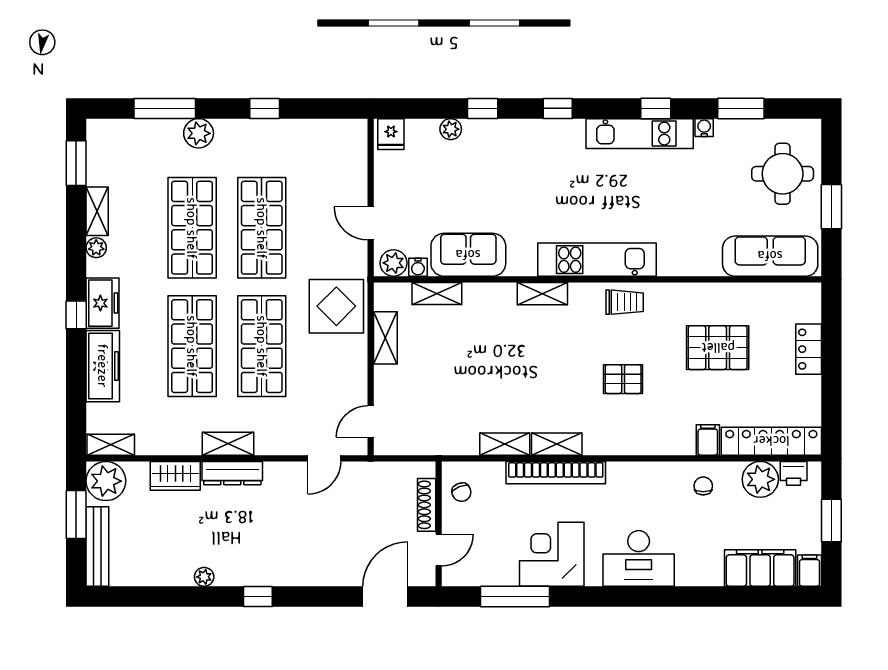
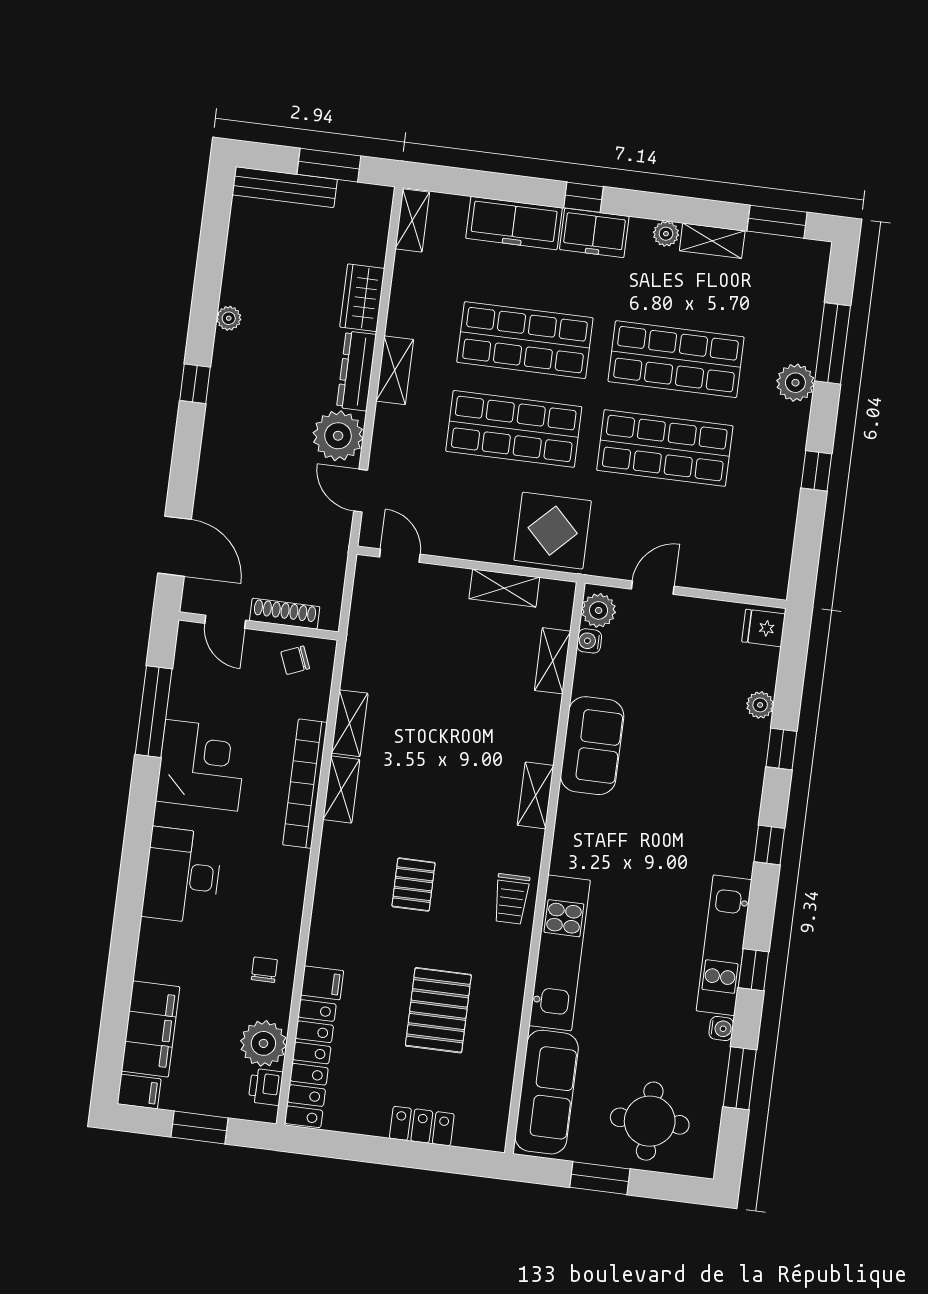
sofa: (468, 255) -> (592, 746), moved
kitchen unit: (597, 260) -> (560, 953), moved
plant: (106, 481) -> (338, 436), moved
chair: (703, 486) -> (264, 970), turned -90

